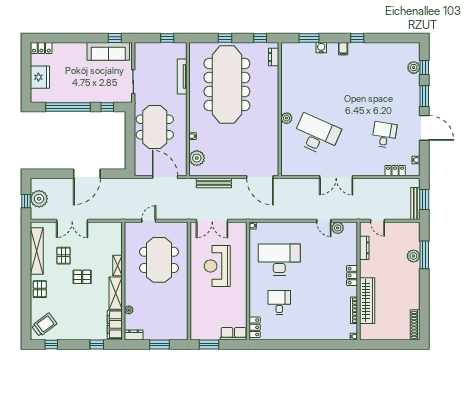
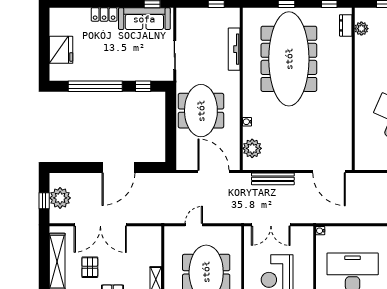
locker: (41, 48) -> (104, 14), moved
plant: (287, 118) -> (361, 29), moved
double door: (72, 221) -> (100, 225), width x1.36

